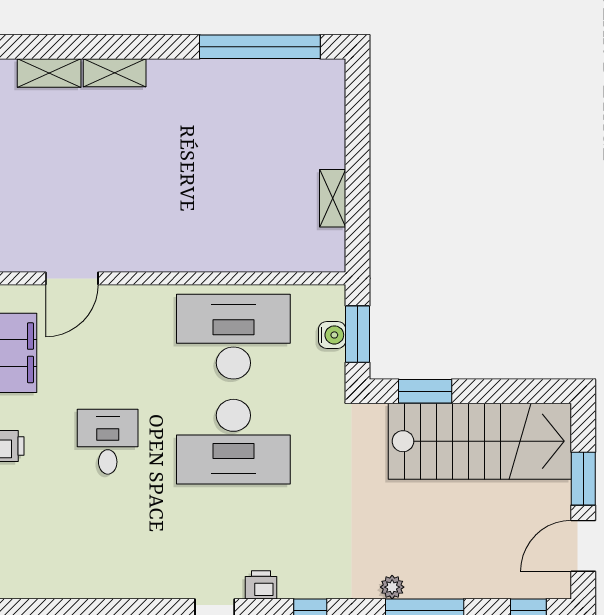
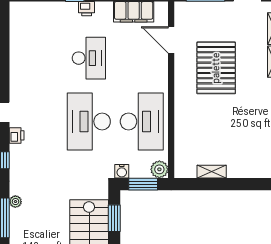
pallet: (127, 189) -> (216, 68), added
plant: (328, 302) -> (159, 169), added
water cooler: (332, 335) -> (122, 171), moved
desk: (108, 442) -> (89, 58), width x1.37

